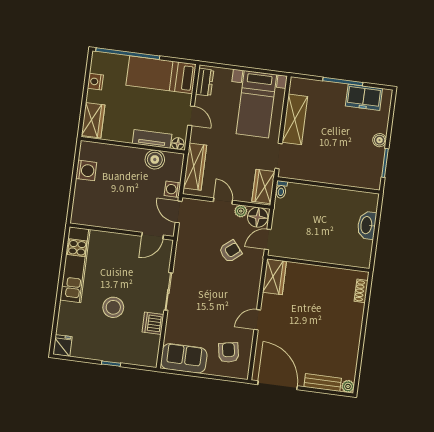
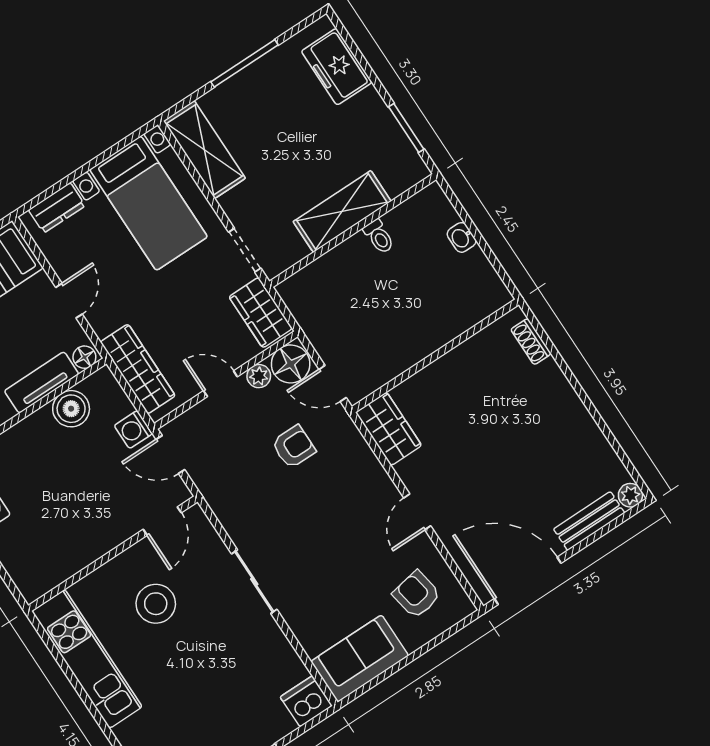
dresser: (205, 82) -> (57, 208), moved, turned 90
freezer: (364, 97) -> (337, 67), moved, turned 90
door: (191, 116) -> (69, 301), hinge flipped
shelving: (295, 119) -> (204, 150), moved
boiler: (380, 140) -> (370, 102), removed
shelving: (331, 174) -> (342, 211), added
toilet: (281, 190) -> (379, 236), moved
washbasin: (367, 225) -> (462, 237), width x0.52, depth x0.69
door: (268, 239) -> (333, 383), hinge flipped
armchair: (230, 251) -> (294, 447), turned 40
stool: (113, 307) -> (156, 604), moved
dishwasher: (153, 323) -> (306, 701), moved, turned 90

